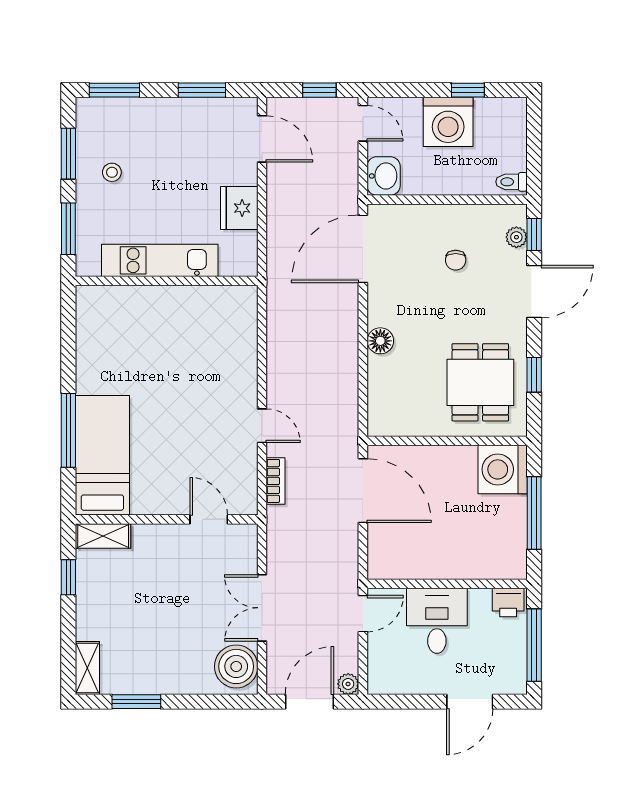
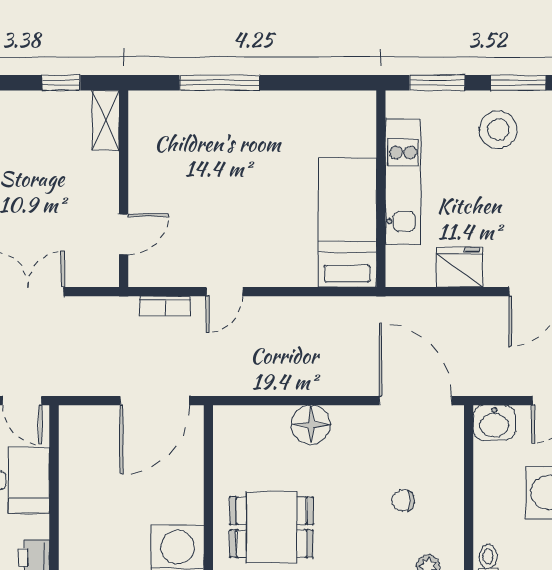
stool: (112, 172) -> (498, 130), width x1.89, depth x1.89
floor lamp: (380, 341) -> (311, 425), width x1.38, depth x1.38
bed: (102, 455) -> (347, 222), moved, turned -90

